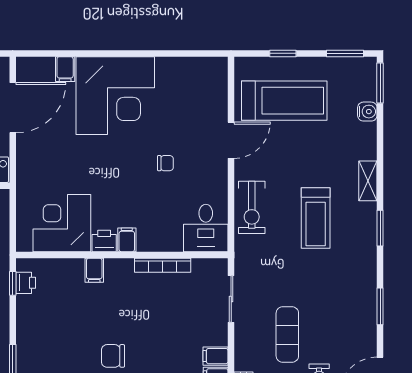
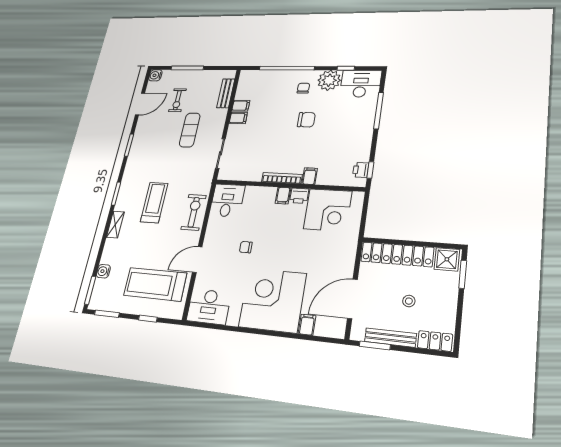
desk: (200, 78) -> (209, 307), added
bookcase: (163, 265) -> (282, 178), moved

